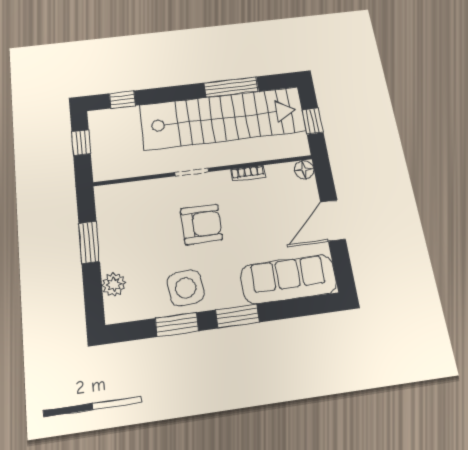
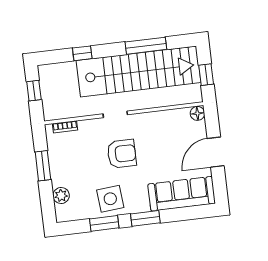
window: (122, 99) -> (82, 53), moved
bookcase: (248, 173) -> (65, 127), moved

